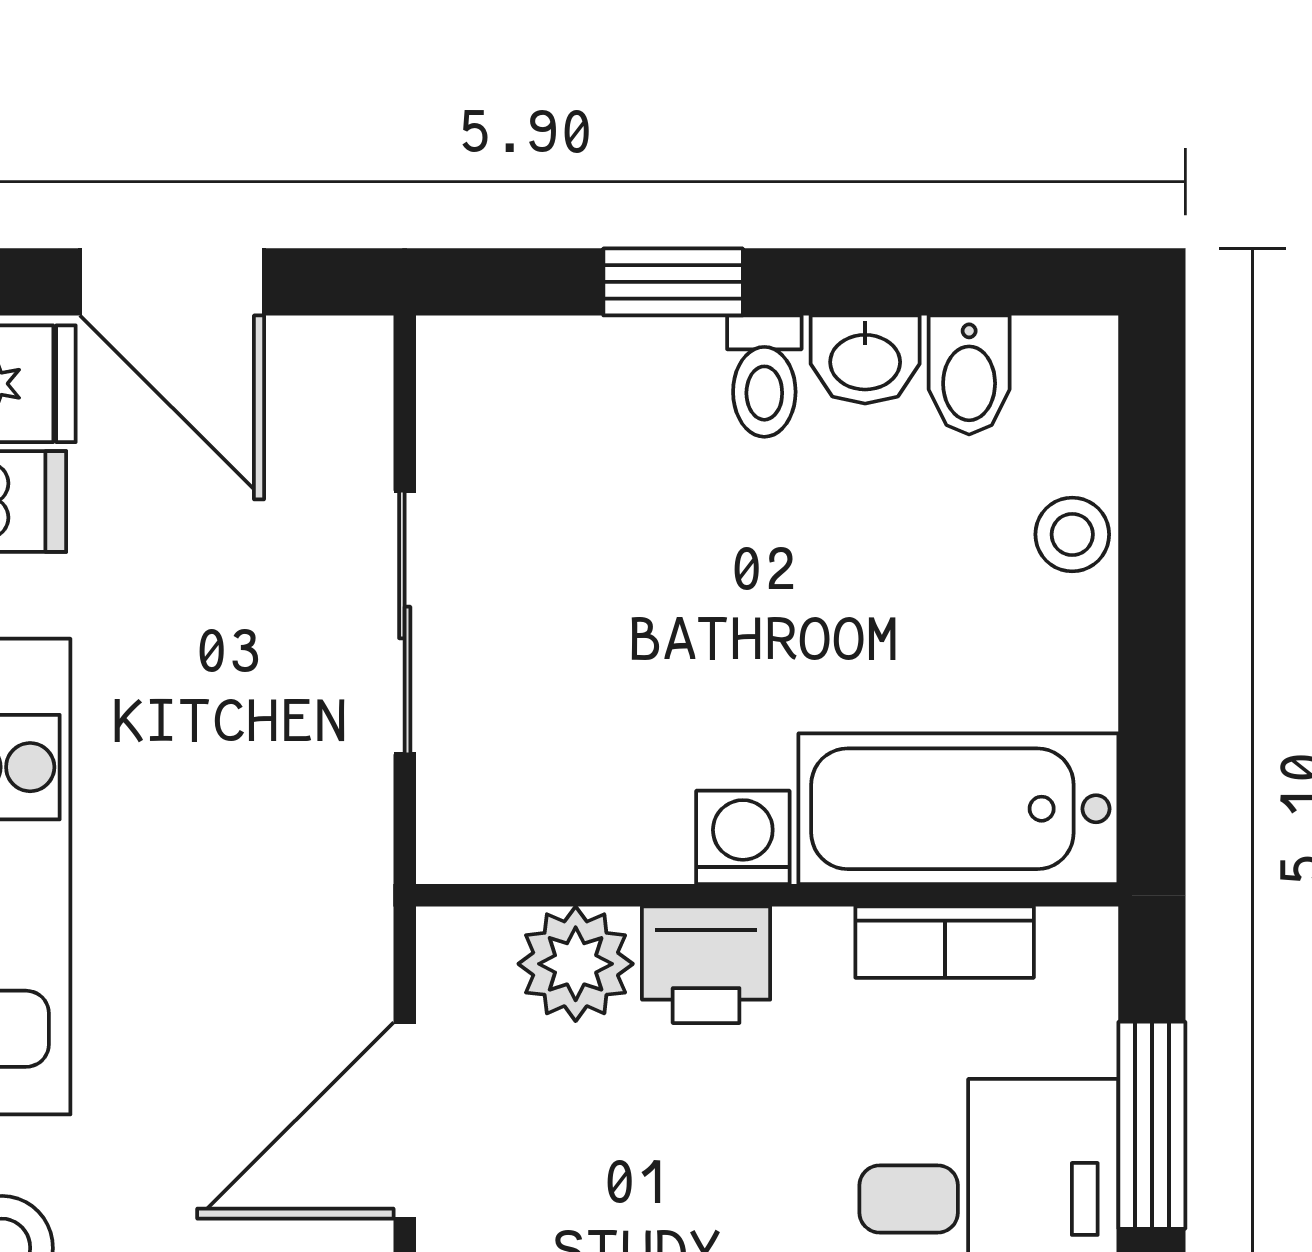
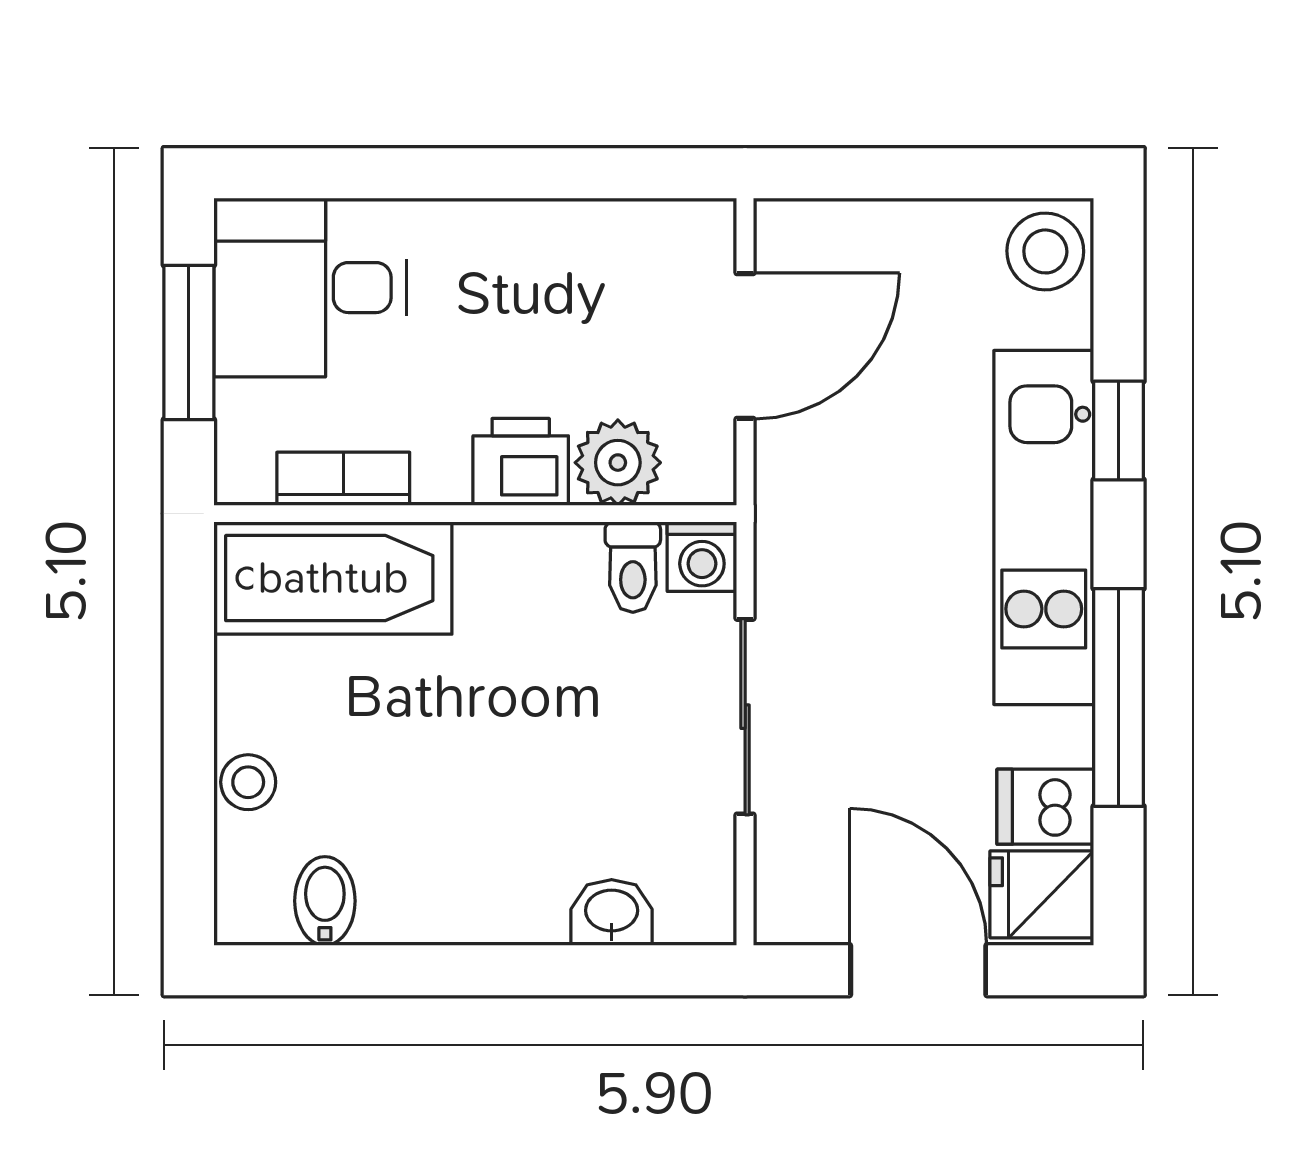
window: (673, 282) -> (545, 970), removed
washbasin: (865, 360) -> (612, 912), moved
toilet: (764, 376) -> (633, 567), moved, turned 180
washing machine: (743, 837) -> (702, 557), moved

